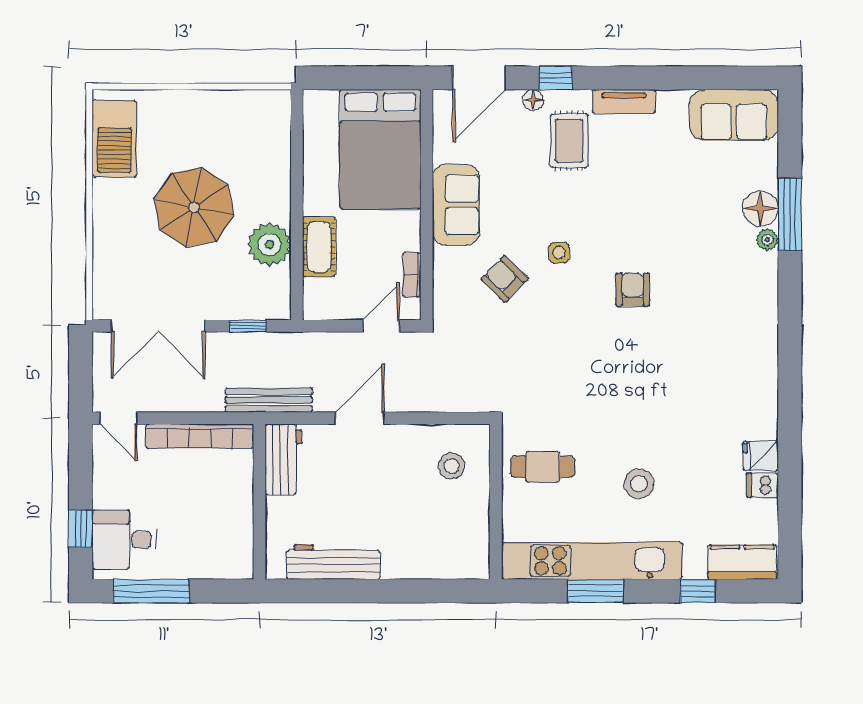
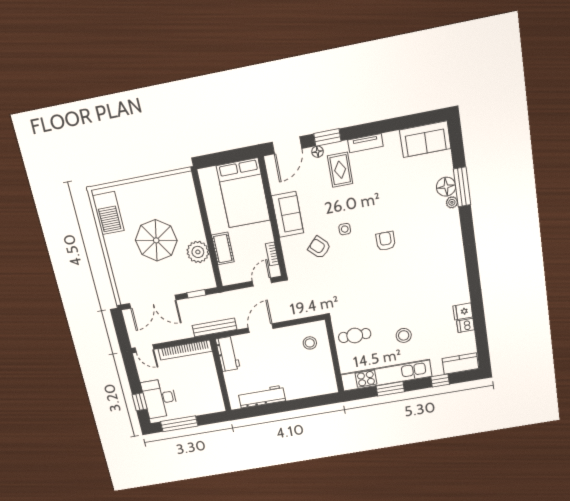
window: (556, 78) -> (327, 137), width x1.50
desk: (124, 540) -> (160, 398), width x1.37

